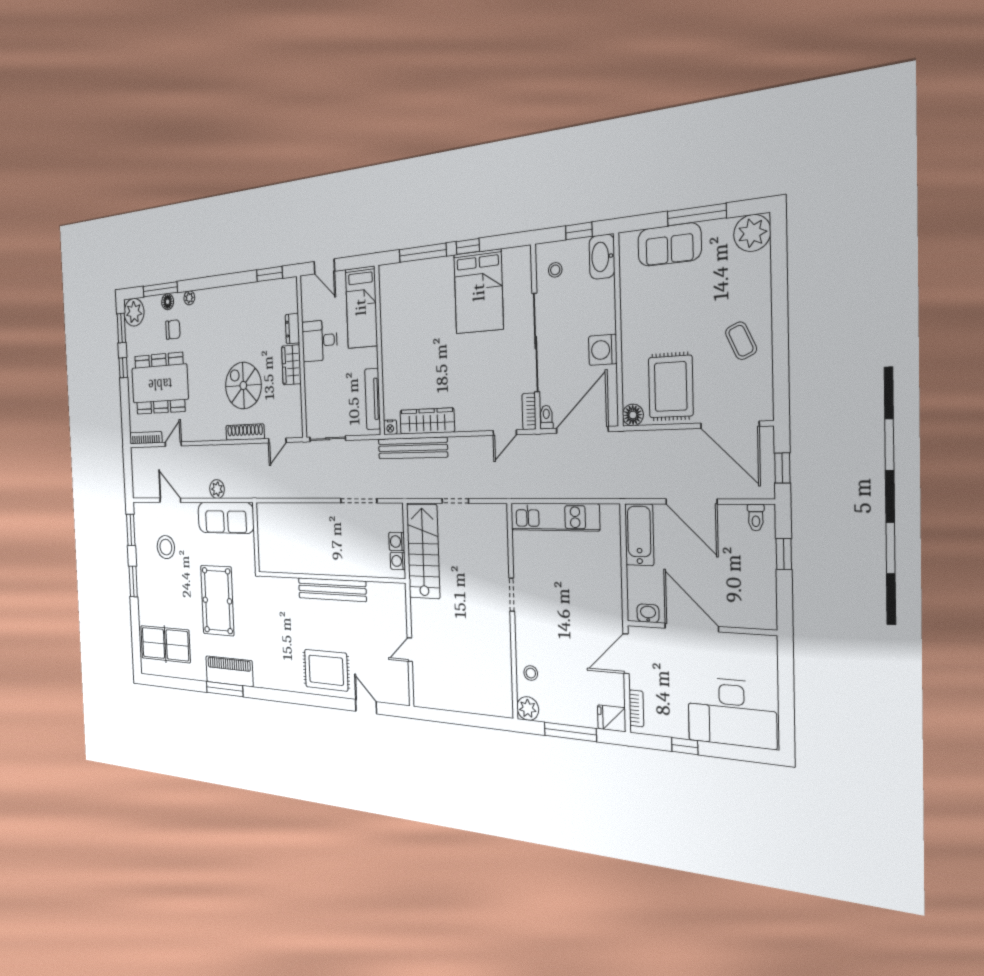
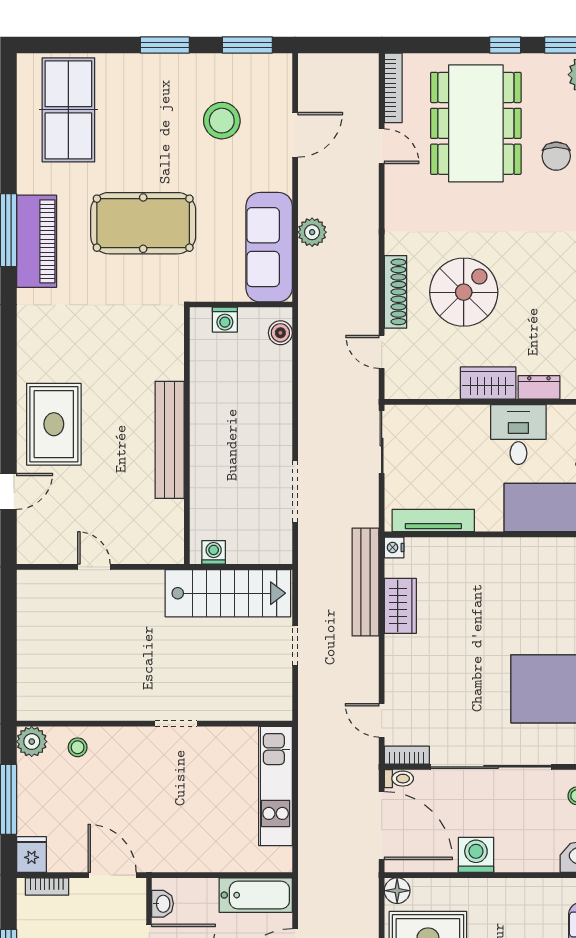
wardrobe: (427, 421) -> (400, 606), width x0.67
boiler: (270, 511) -> (280, 333), added
washing machine: (397, 542) -> (225, 320), moved, turned 180

